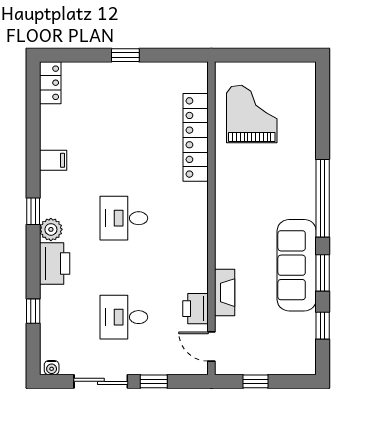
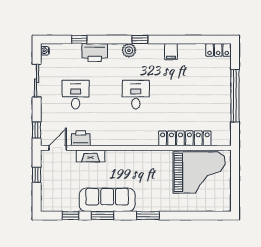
window: (125, 55) -> (235, 96), width x3.17
grand piano: (252, 114) -> (199, 172), width x1.37, depth x1.48
window: (323, 198) -> (148, 216), width x0.47
printer: (55, 263) -> (95, 53), moved
window: (154, 381) -> (37, 130), moved

